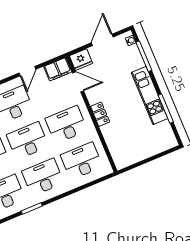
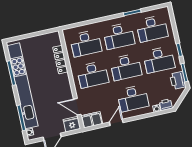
kitchen unit: (150, 95) -> (22, 86), width x1.86
locker: (100, 114) -> (60, 60), moved, width x1.53

